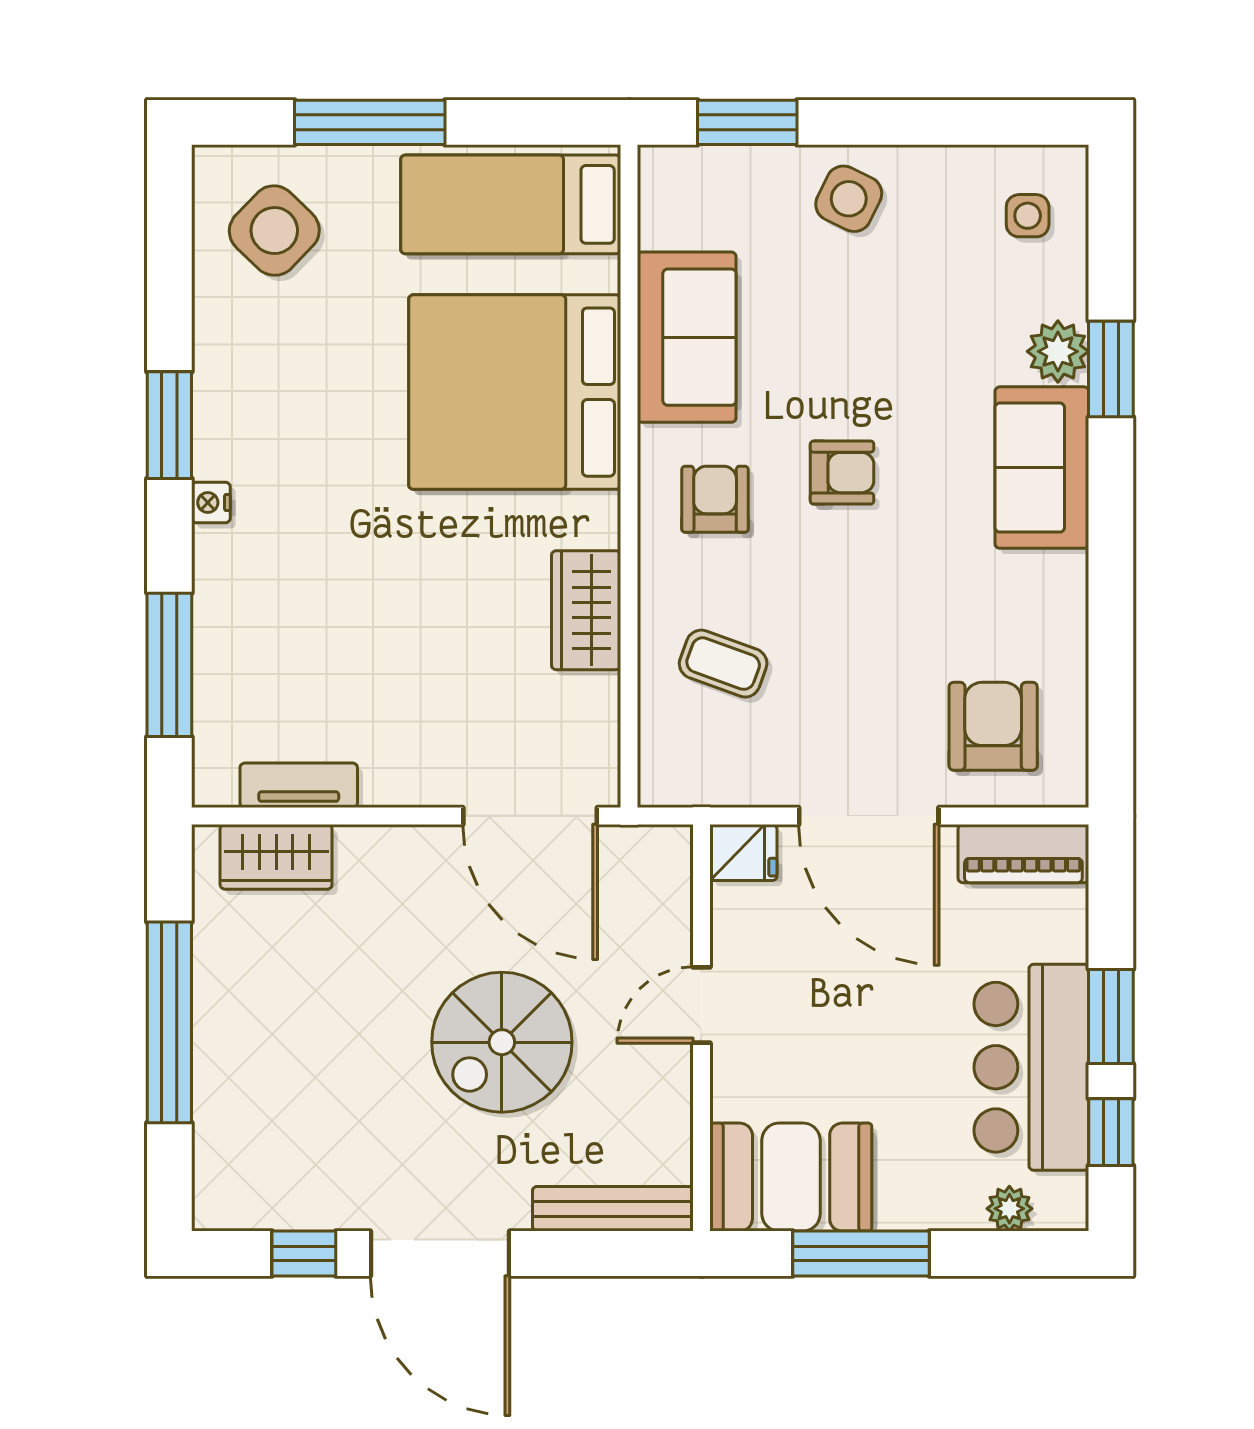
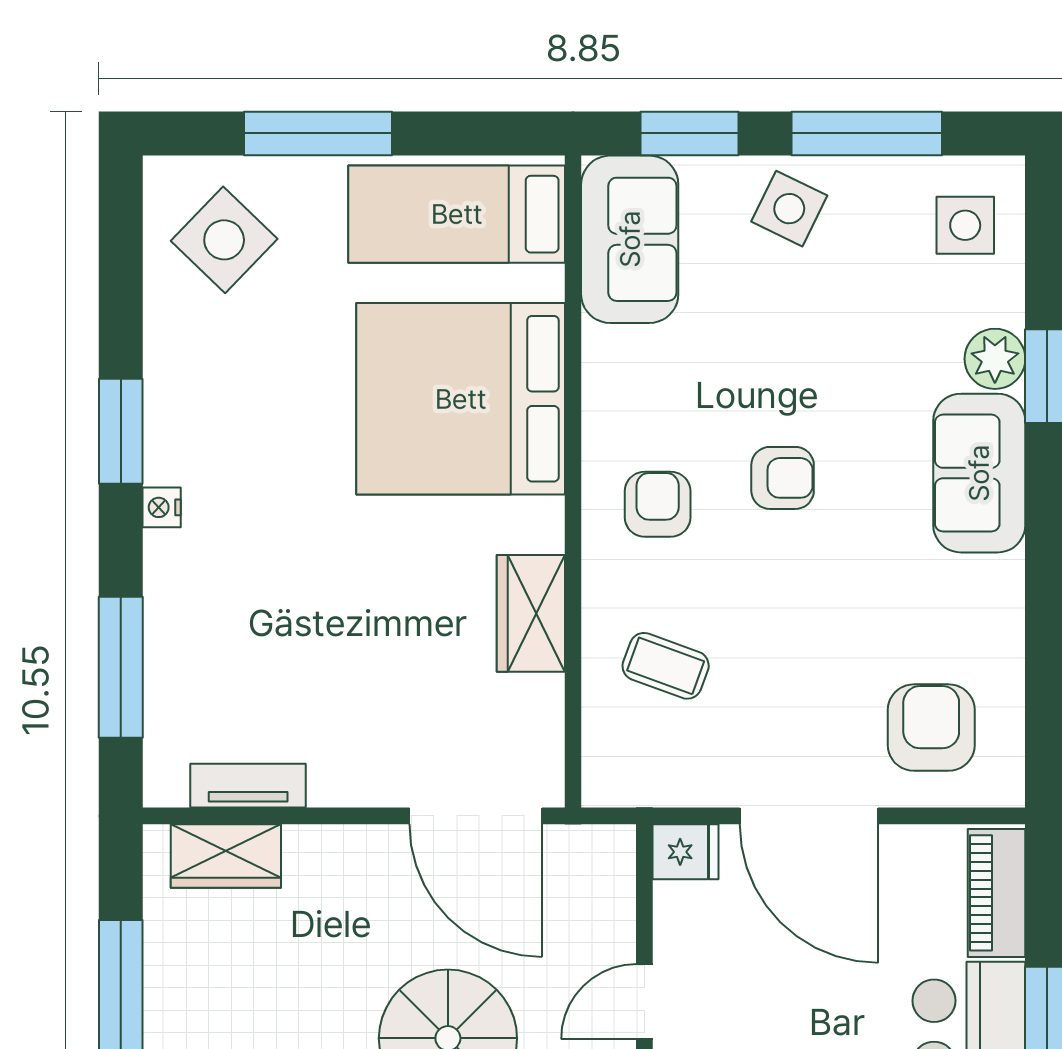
window: (928, 122) -> (867, 133), added
side table: (1028, 216) -> (965, 225), width x1.37, depth x1.37
sofa: (687, 337) -> (630, 239), moved
piano: (1023, 854) -> (997, 893), moved, turned 90

